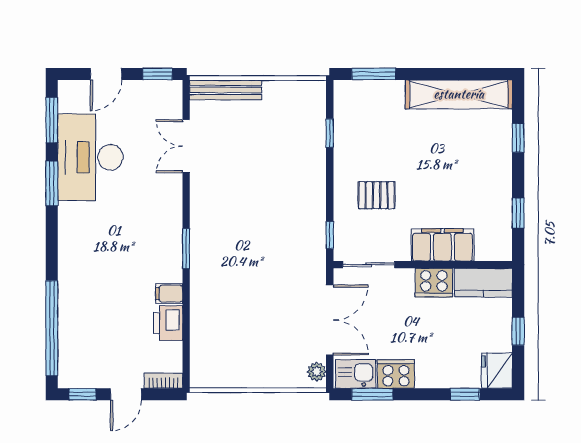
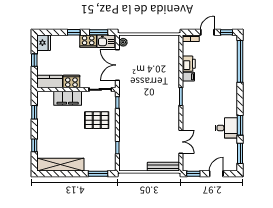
desk: (90, 157) -> (226, 128), width x0.53, depth x0.77
pallet: (377, 195) -> (97, 120), width x1.50, depth x1.42
window: (465, 394) -> (74, 32), moved

